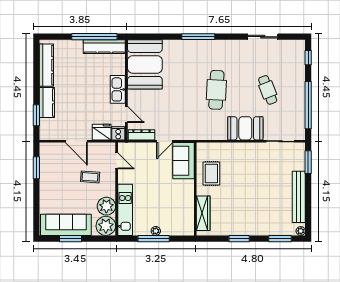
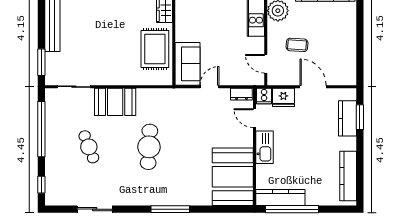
kitchen counter: (47, 102) -> (348, 118), moved
dresser: (141, 135) -> (241, 94), width x0.70
window: (36, 168) -> (360, 56), removed
rug: (211, 173) -> (155, 49), width x1.36, depth x1.43

